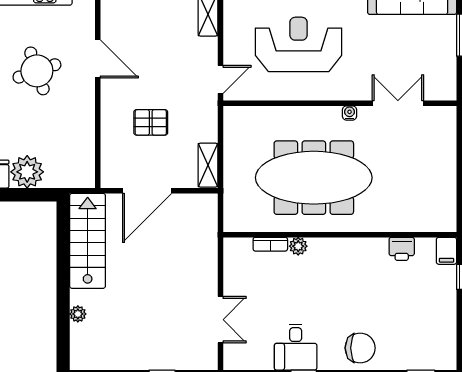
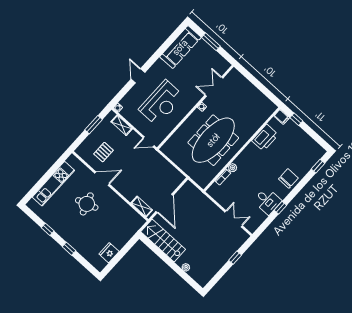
reception desk: (299, 44) -> (161, 103), turned 180
door: (220, 79) -> (149, 142), swing flipped
pallet: (151, 122) -> (104, 152), moved
shelving: (208, 165) -> (142, 206), moved
plant: (27, 172) -> (119, 240), removed
printer: (402, 249) -> (265, 138), width x1.87, depth x1.48

